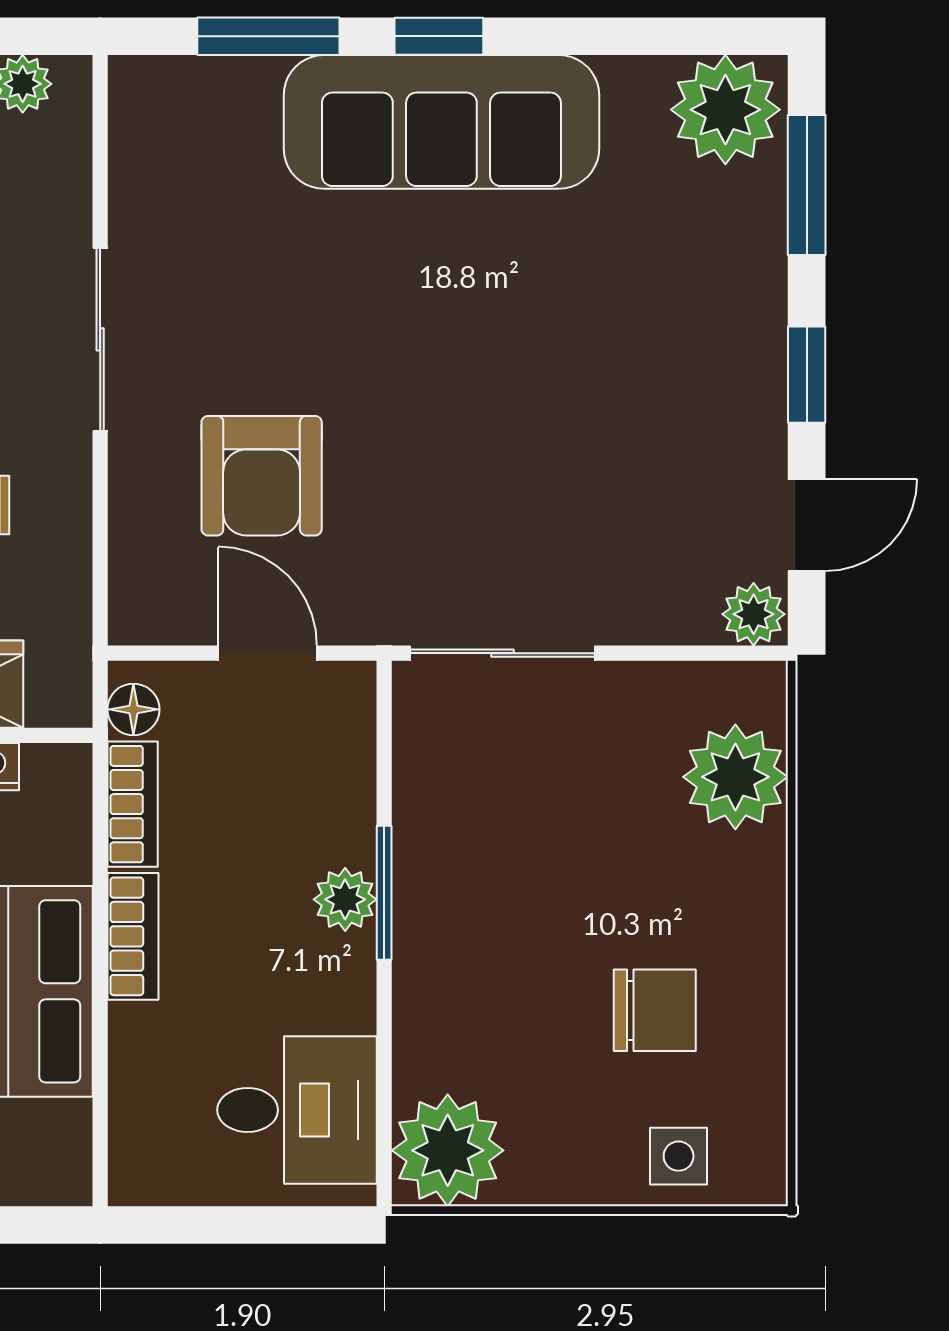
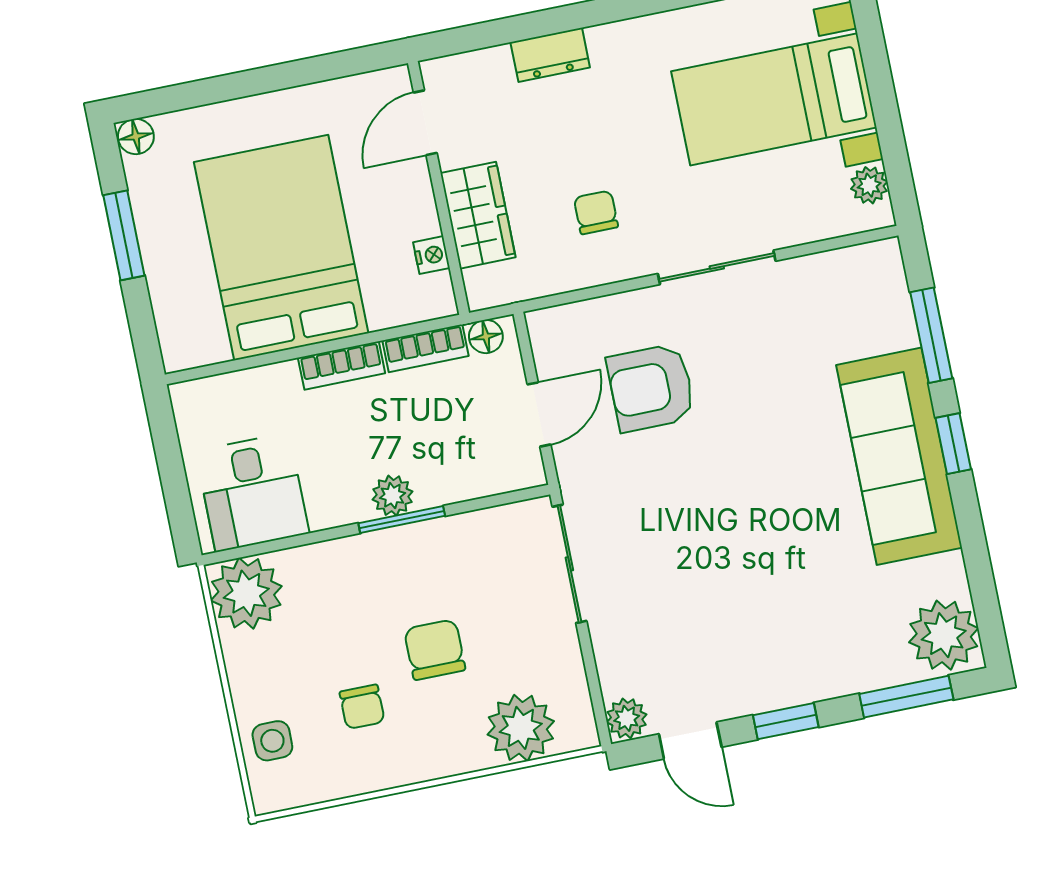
chair: (591, 883) -> (435, 650), added
chair: (655, 1010) -> (362, 707), width x0.73, depth x0.73

